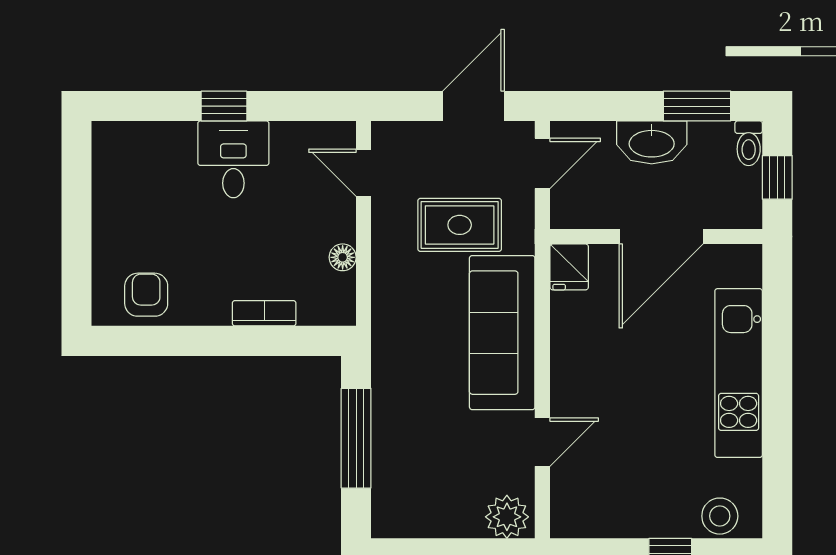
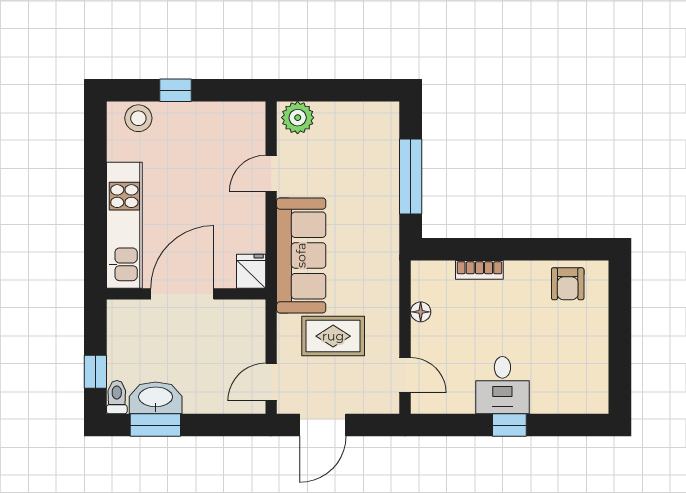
washbasin: (652, 142) -> (156, 398), moved
wall: (656, 236) -> (186, 294), moved
door: (661, 236) -> (182, 294), moved
fridge: (569, 267) -> (251, 271), moved

